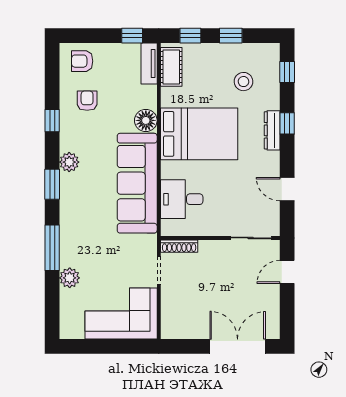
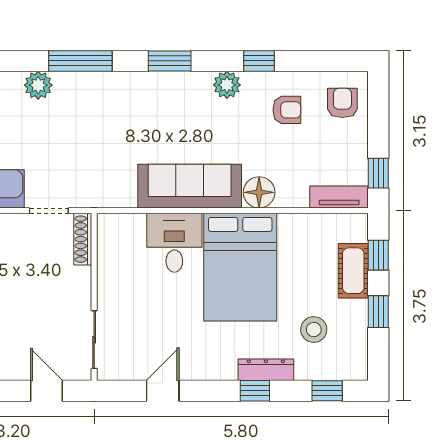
cot: (171, 67) -> (353, 271), moved, turned 90
dresser: (272, 130) -> (266, 370), moved
plant: (69, 162) -> (227, 85), moved
sofa: (137, 183) -> (190, 186), width x0.74, depth x0.79
desk: (182, 199) -> (174, 243), moved

